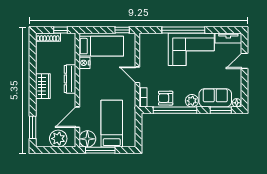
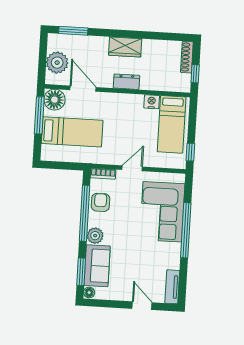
corner sofa: (191, 49) -> (162, 212), moved
dresser: (70, 79) -> (127, 82), width x0.70

